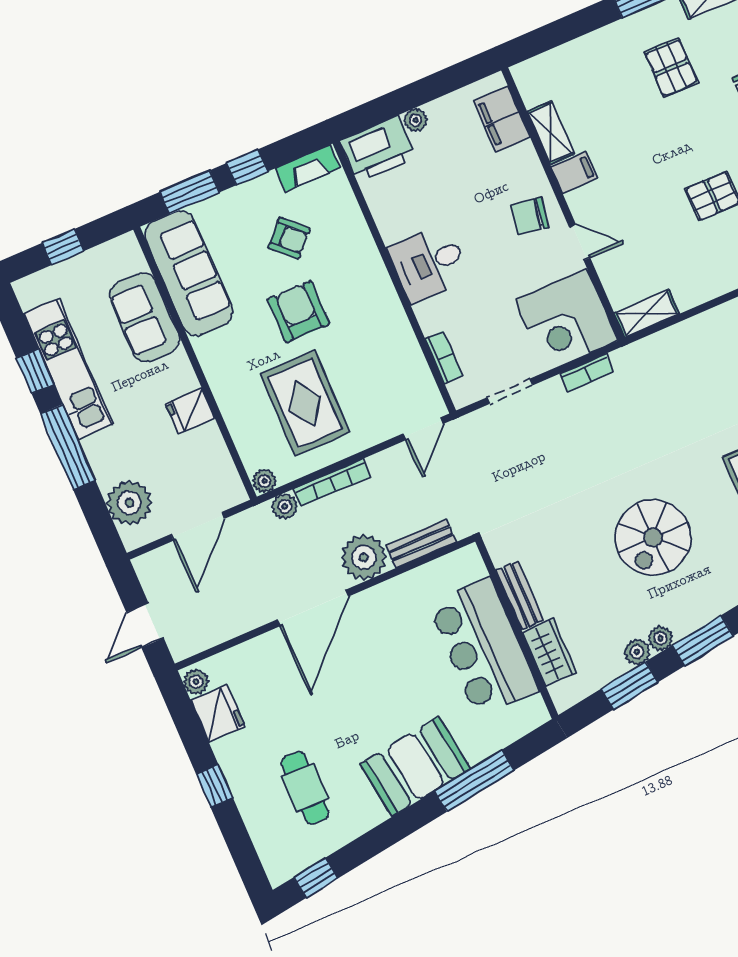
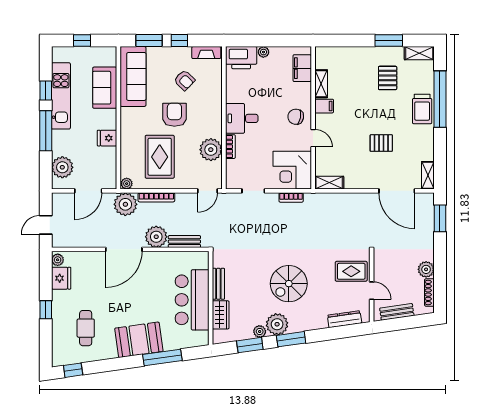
plant: (396, 348) -> (211, 150), added
bookcase: (444, 357) -> (230, 147), moved
plant: (285, 506) -> (125, 204), width x1.88, depth x1.88
plant: (661, 638) -> (277, 324), width x1.88, depth x1.88

